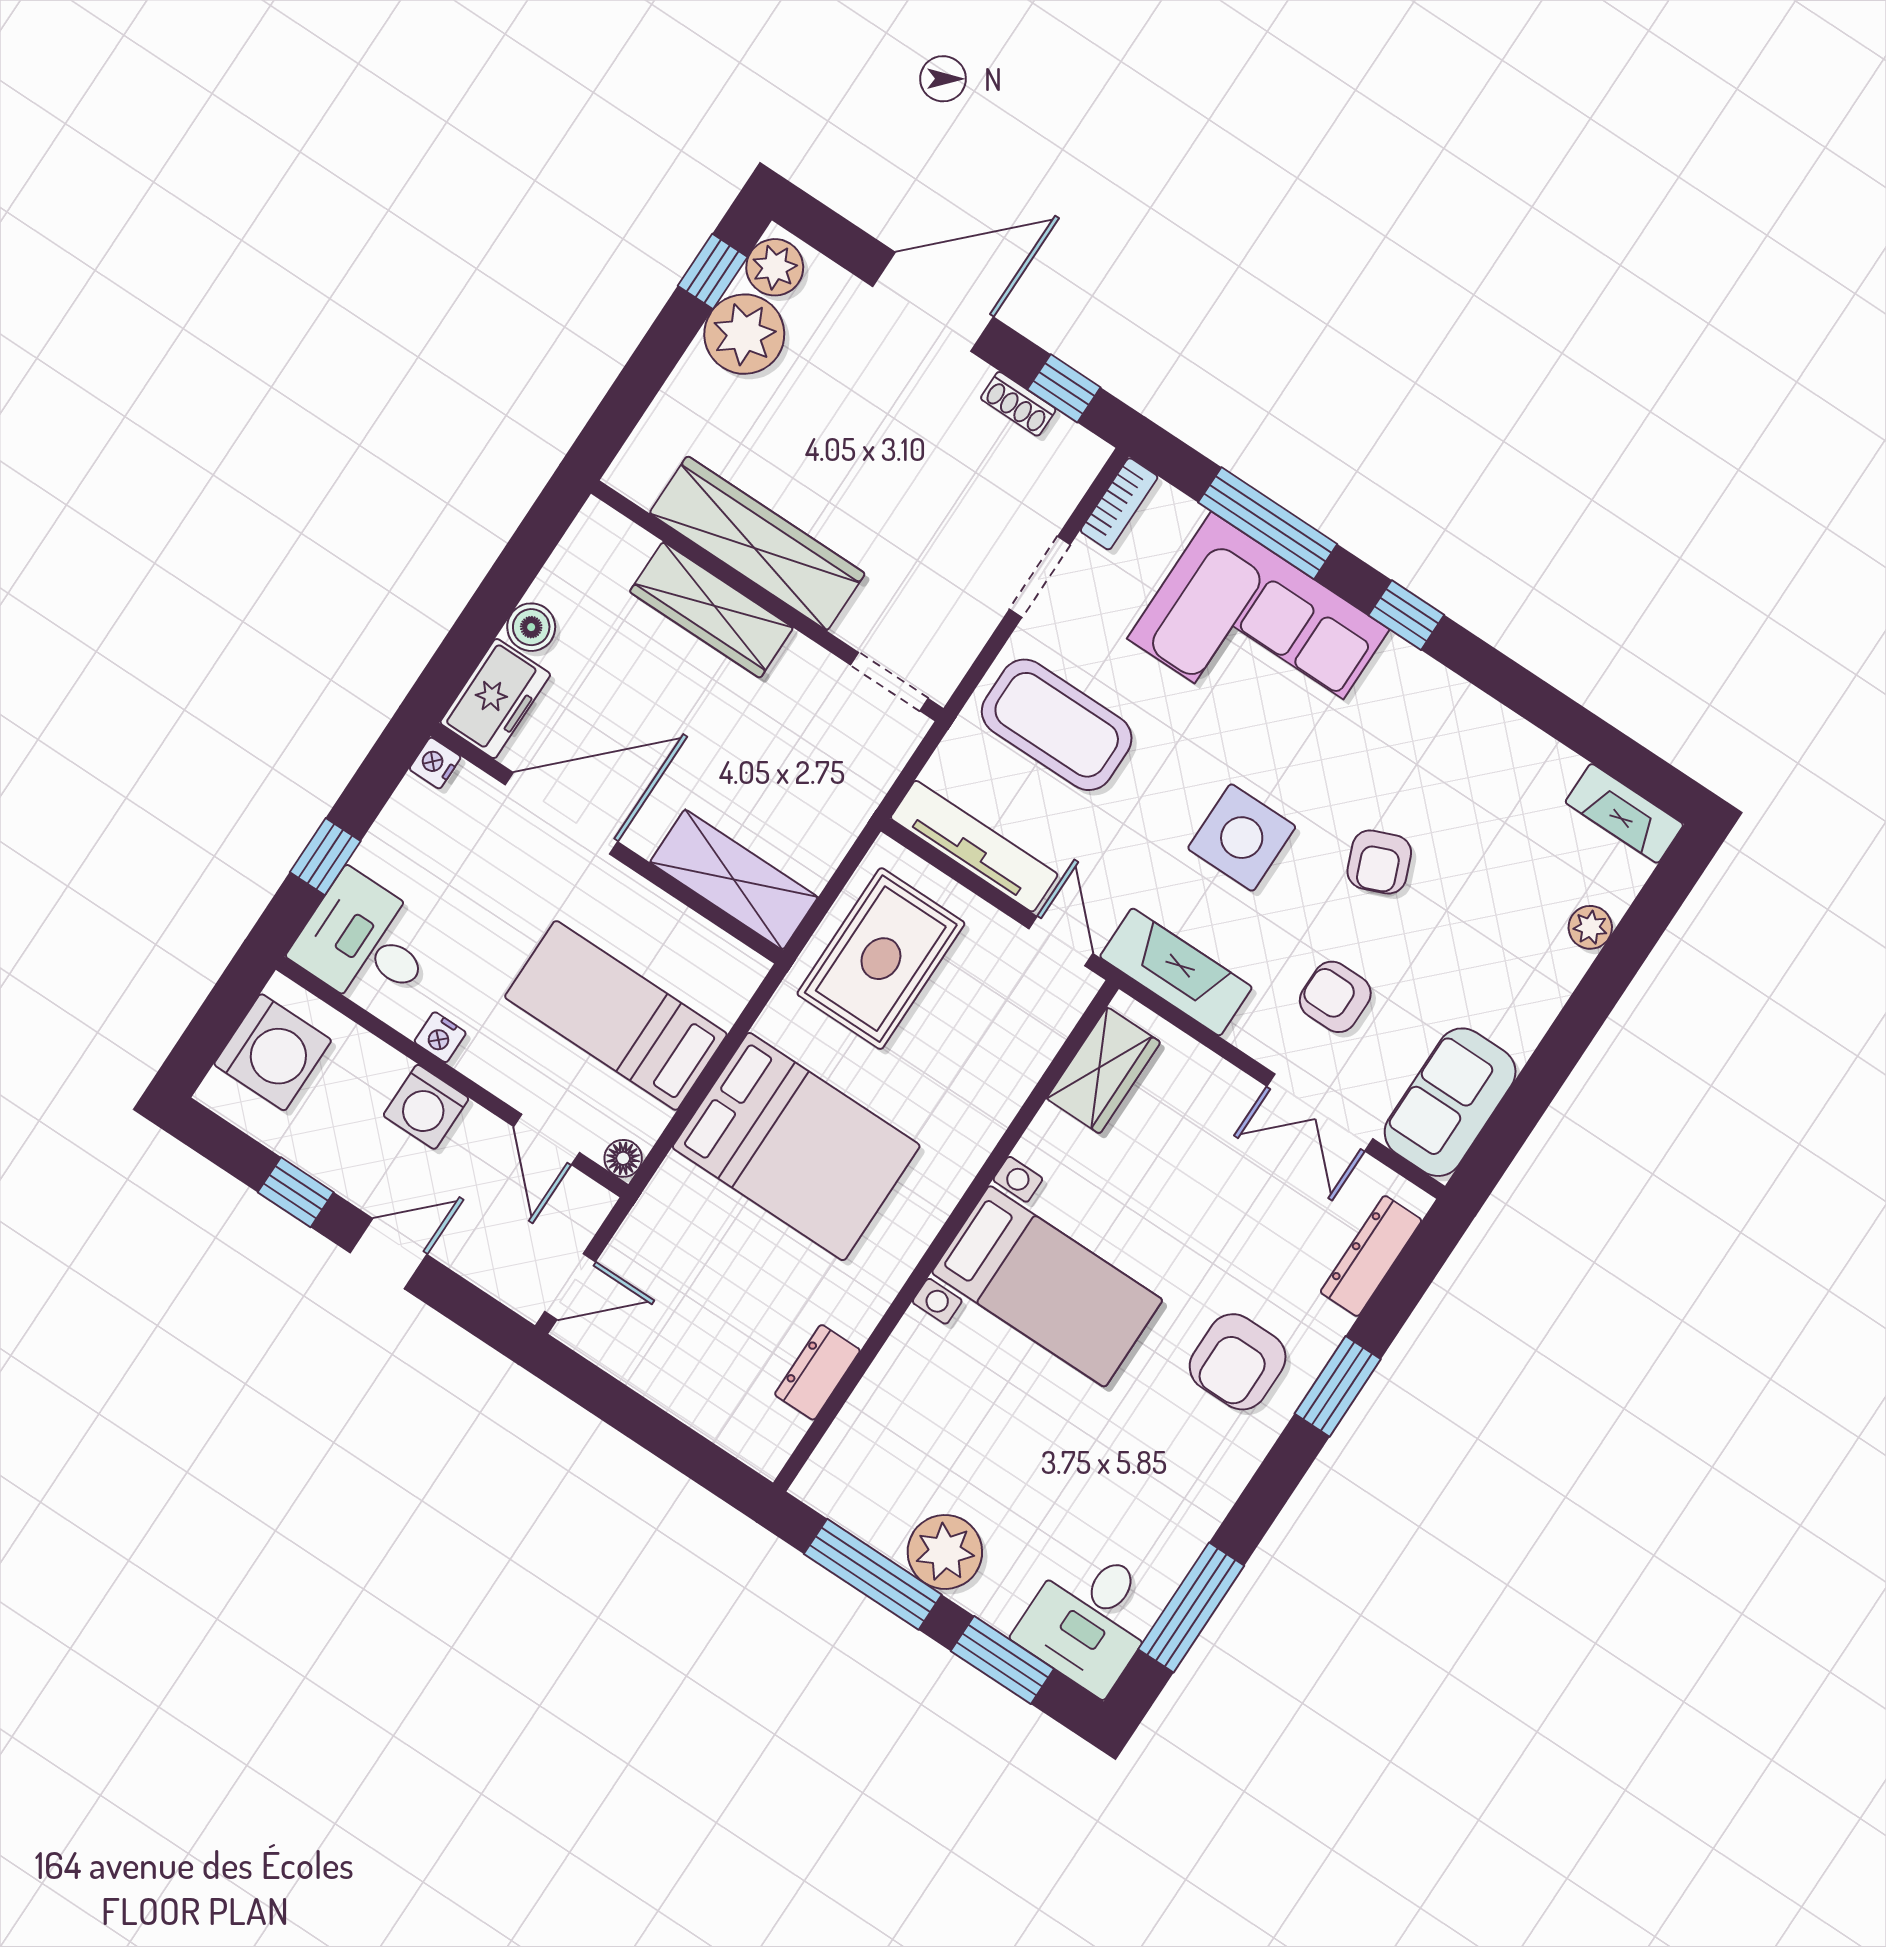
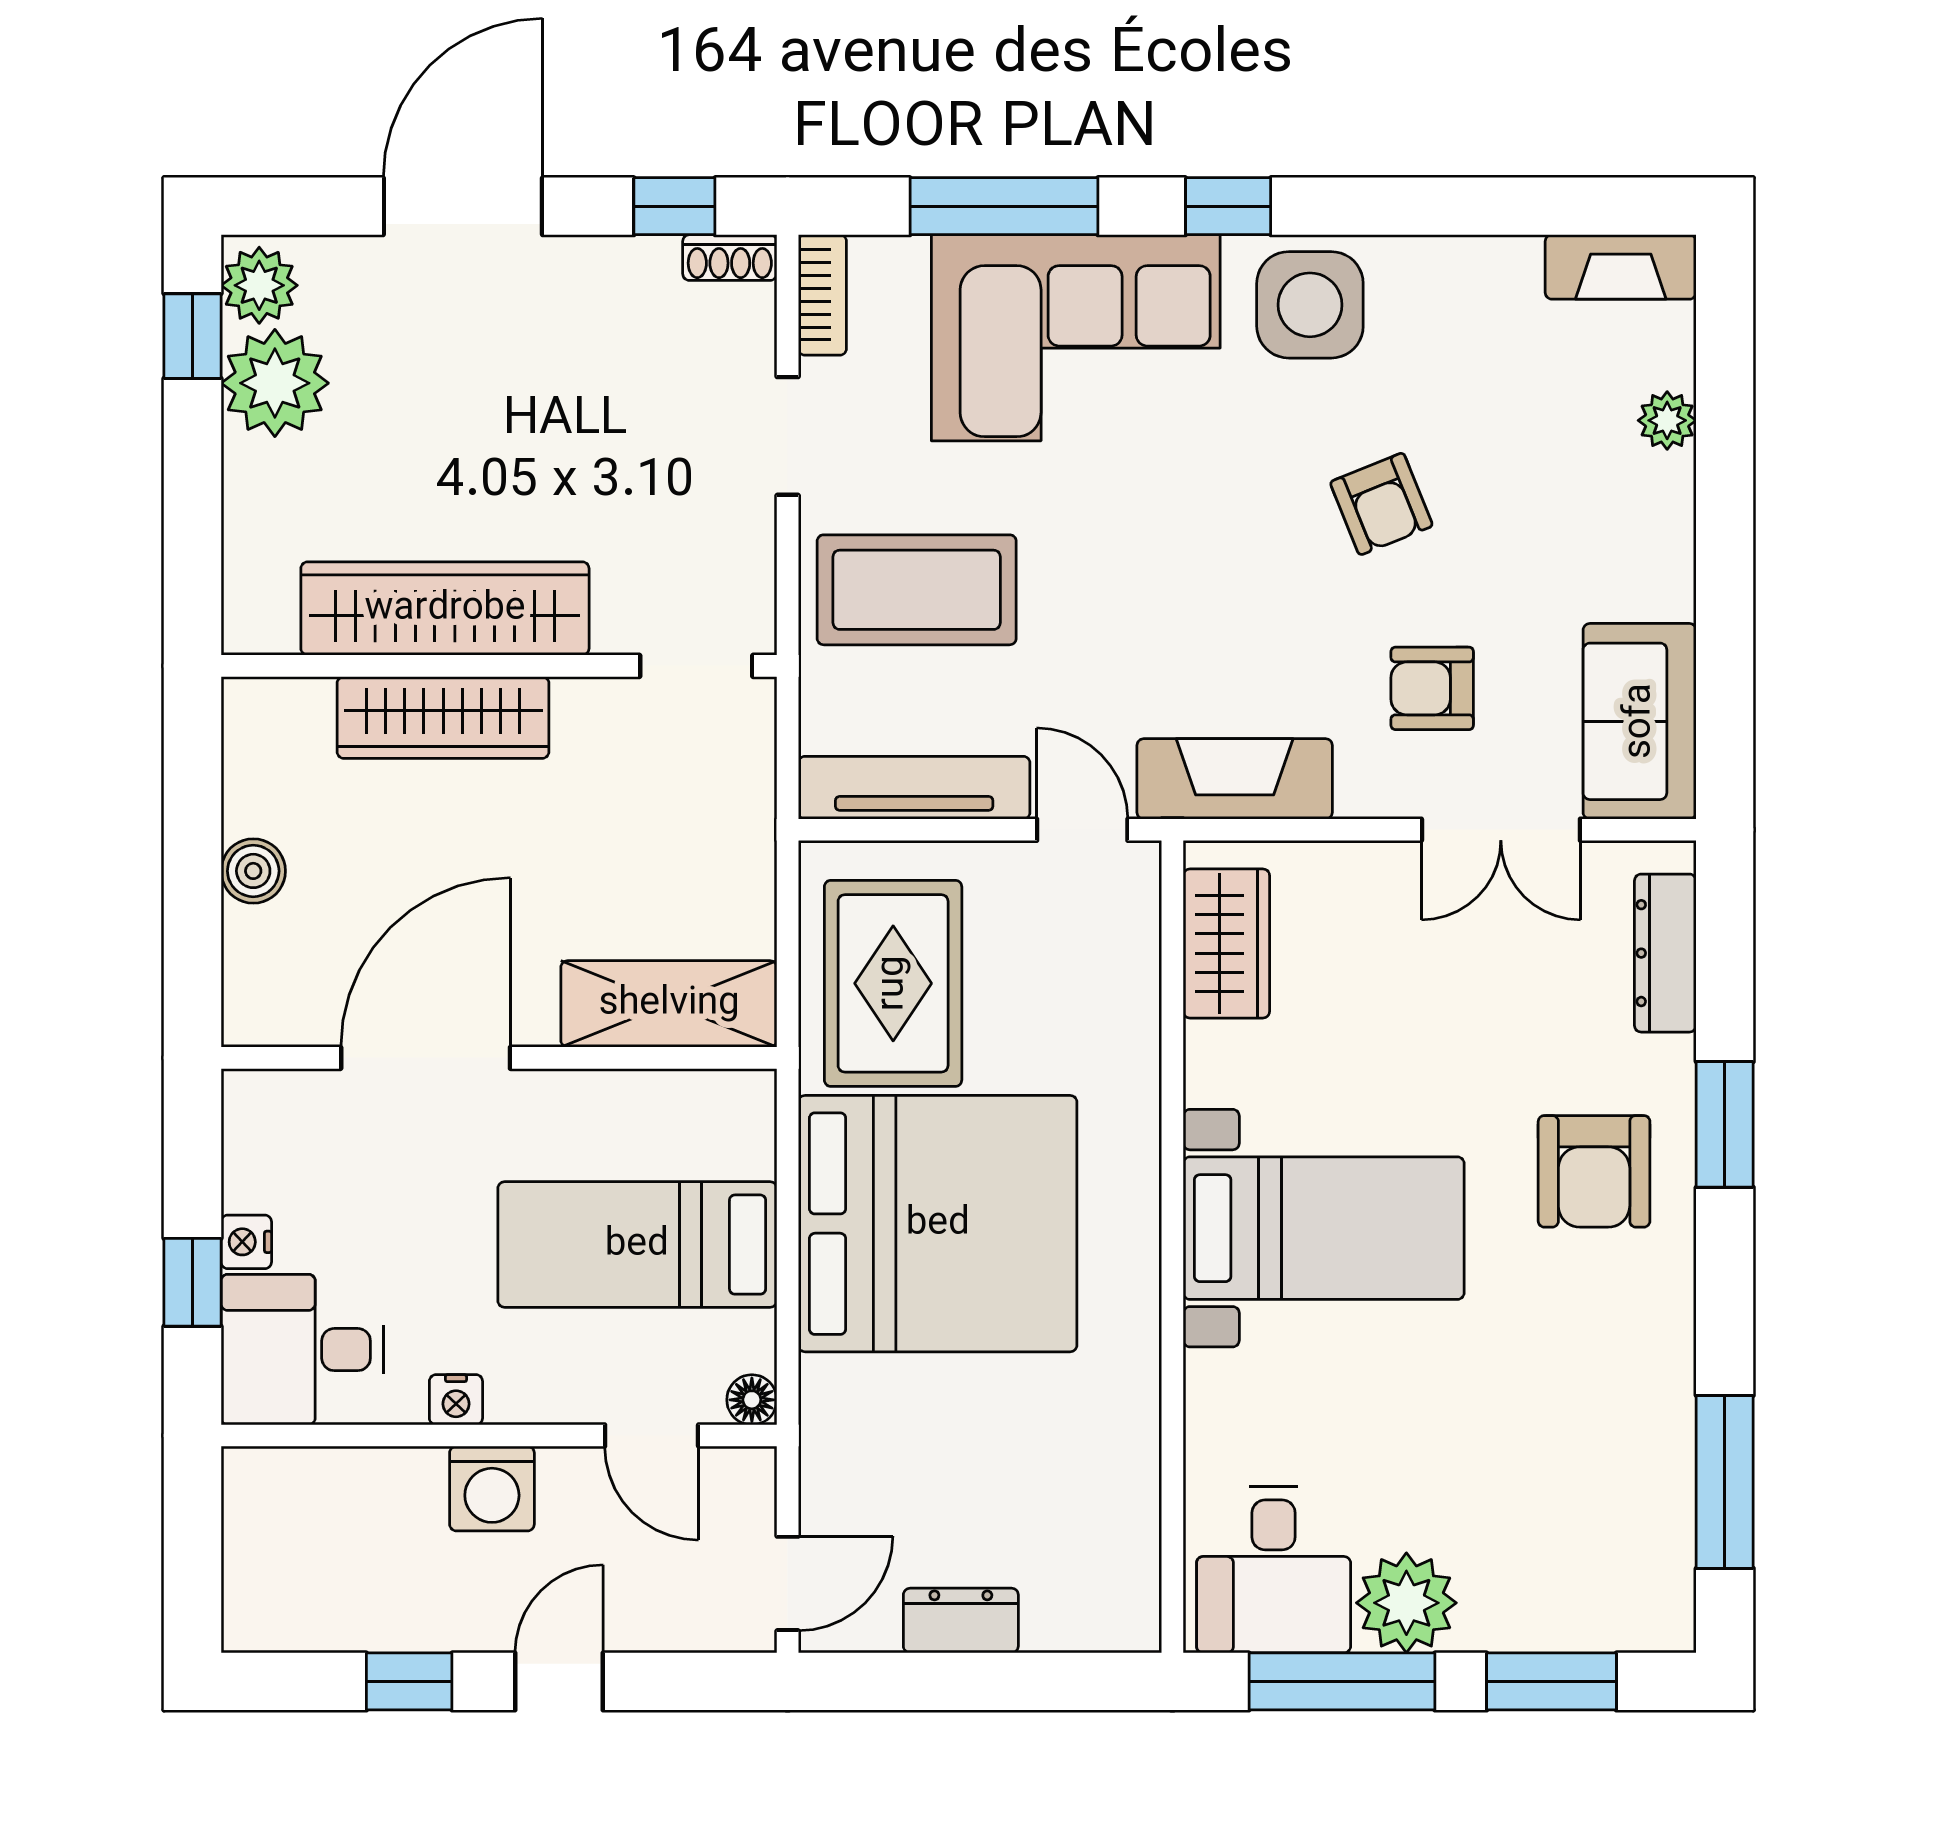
shoe rack: (1018, 404) -> (730, 258), moved
freezer: (495, 699) -> (266, 978), removed
nightstand: (435, 763) -> (246, 1242), moved
side table: (1242, 838) -> (1310, 305), moved
washing machine: (273, 1052) -> (279, 1541), removed
bed: (796, 1147) -> (938, 1224), width x1.36
dresser: (817, 1372) -> (961, 1621), moved, turned 90
desk: (1090, 1619) -> (1274, 1570), moved

